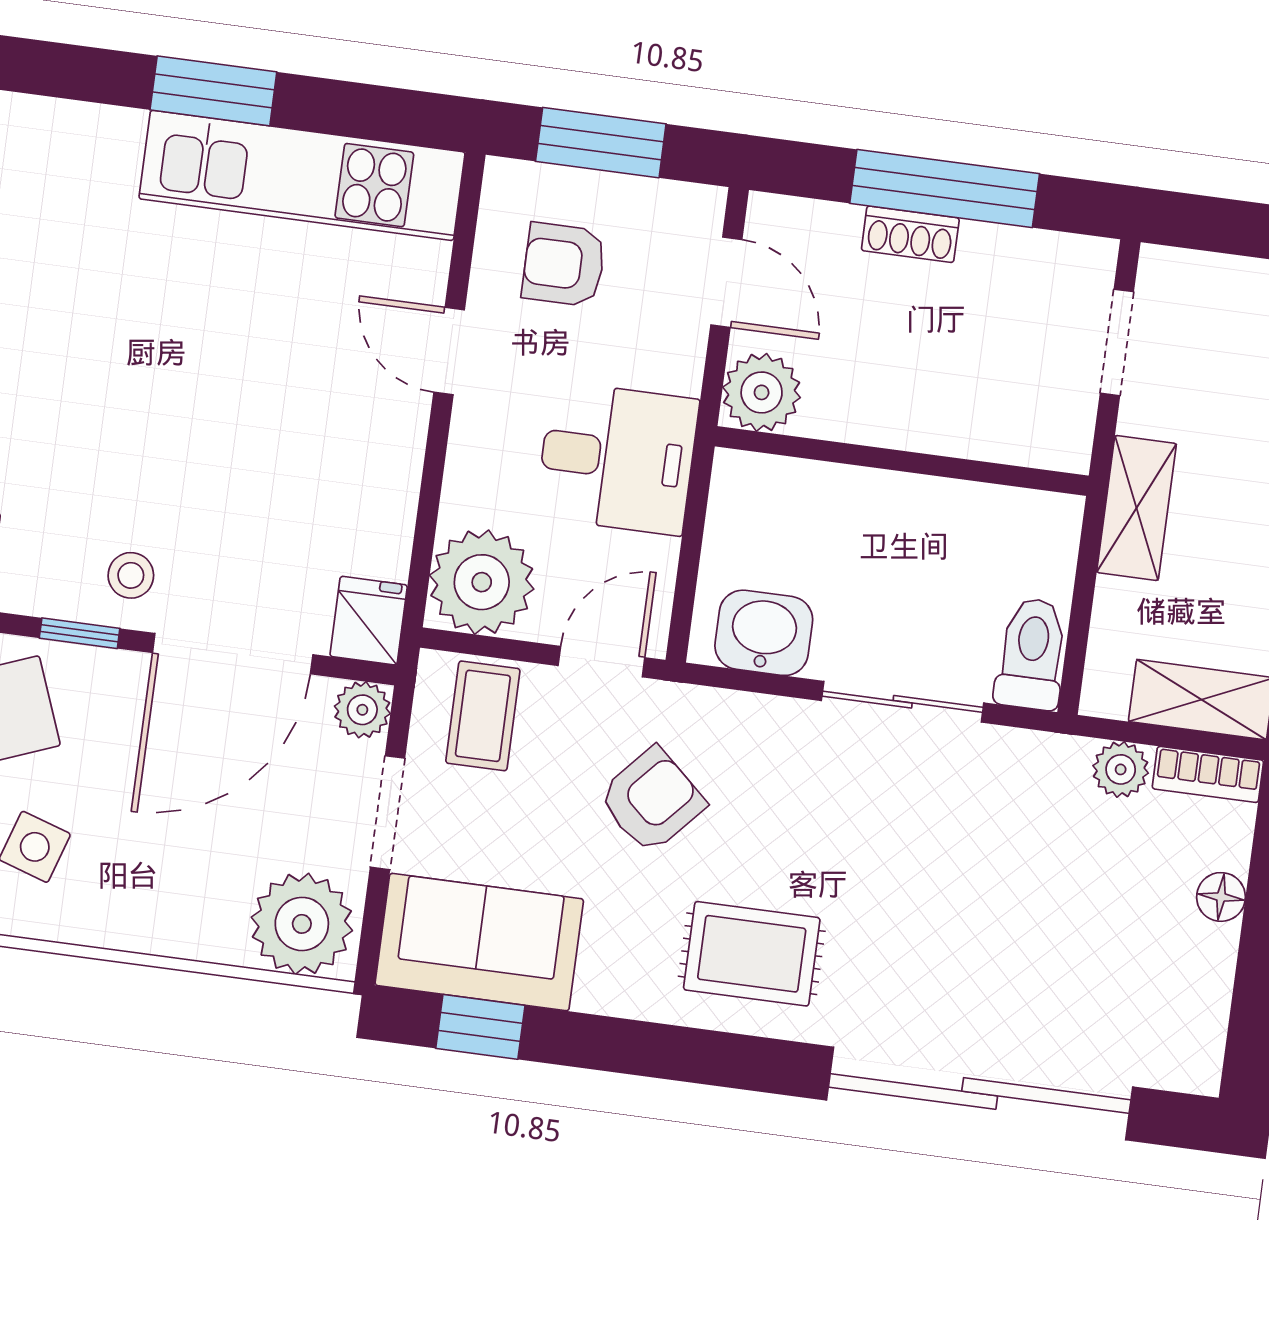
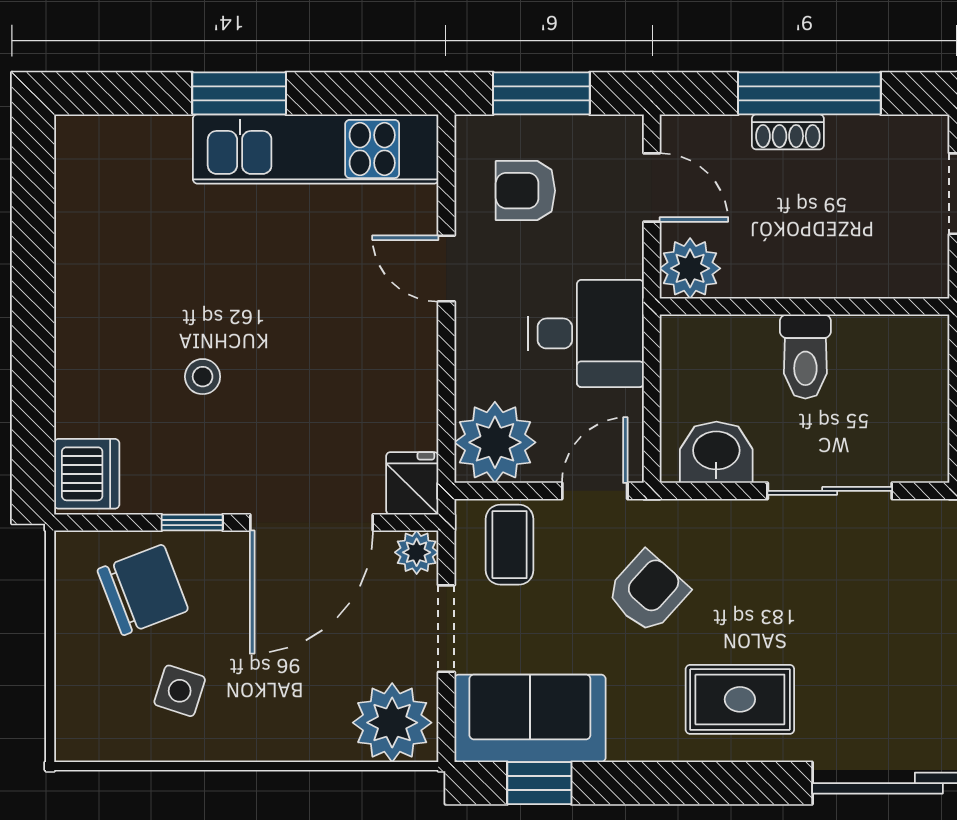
stool: (131, 575) -> (203, 377), moved
toilet: (1032, 654) -> (805, 357), moved, turned 180

